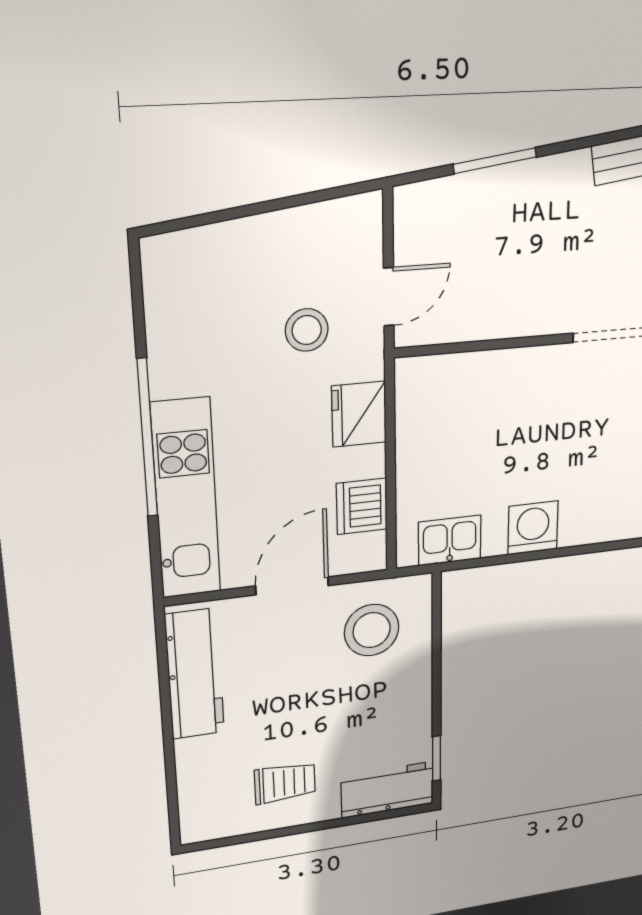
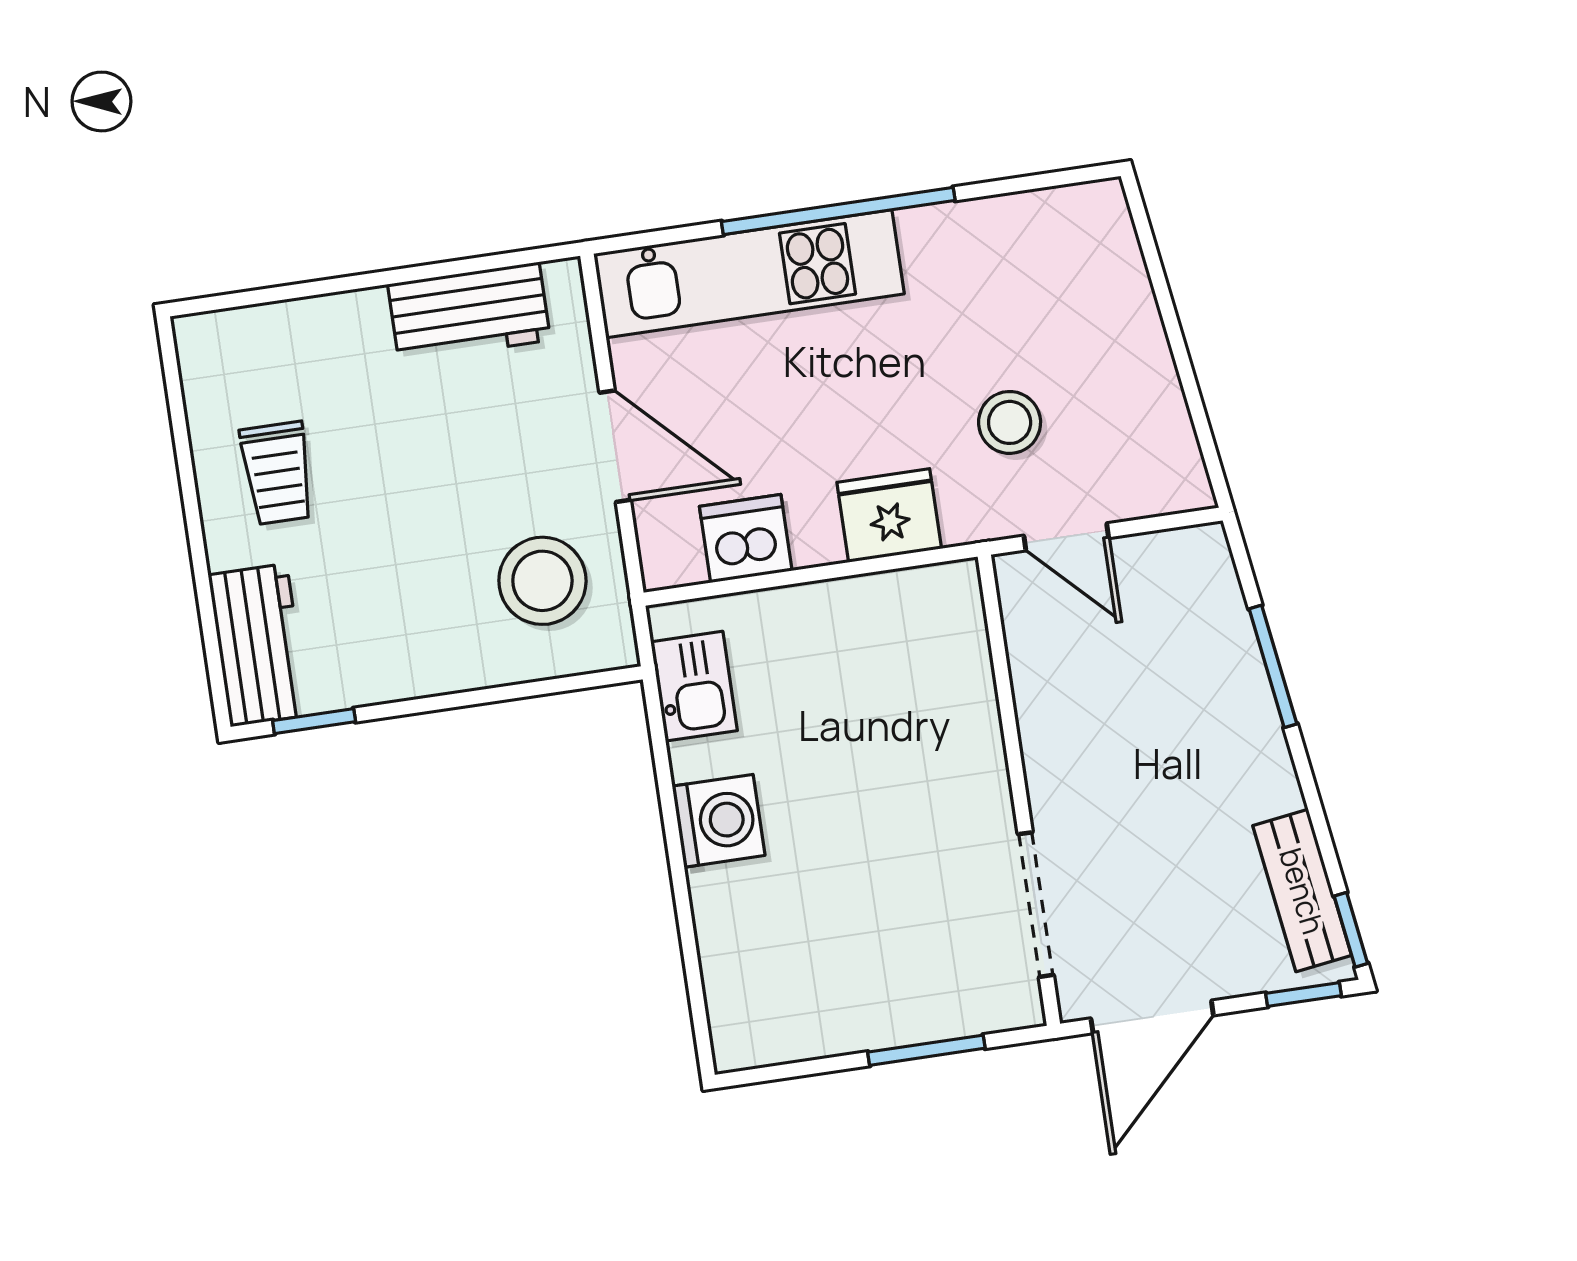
workbench: (195, 674) -> (469, 312), width x0.73

